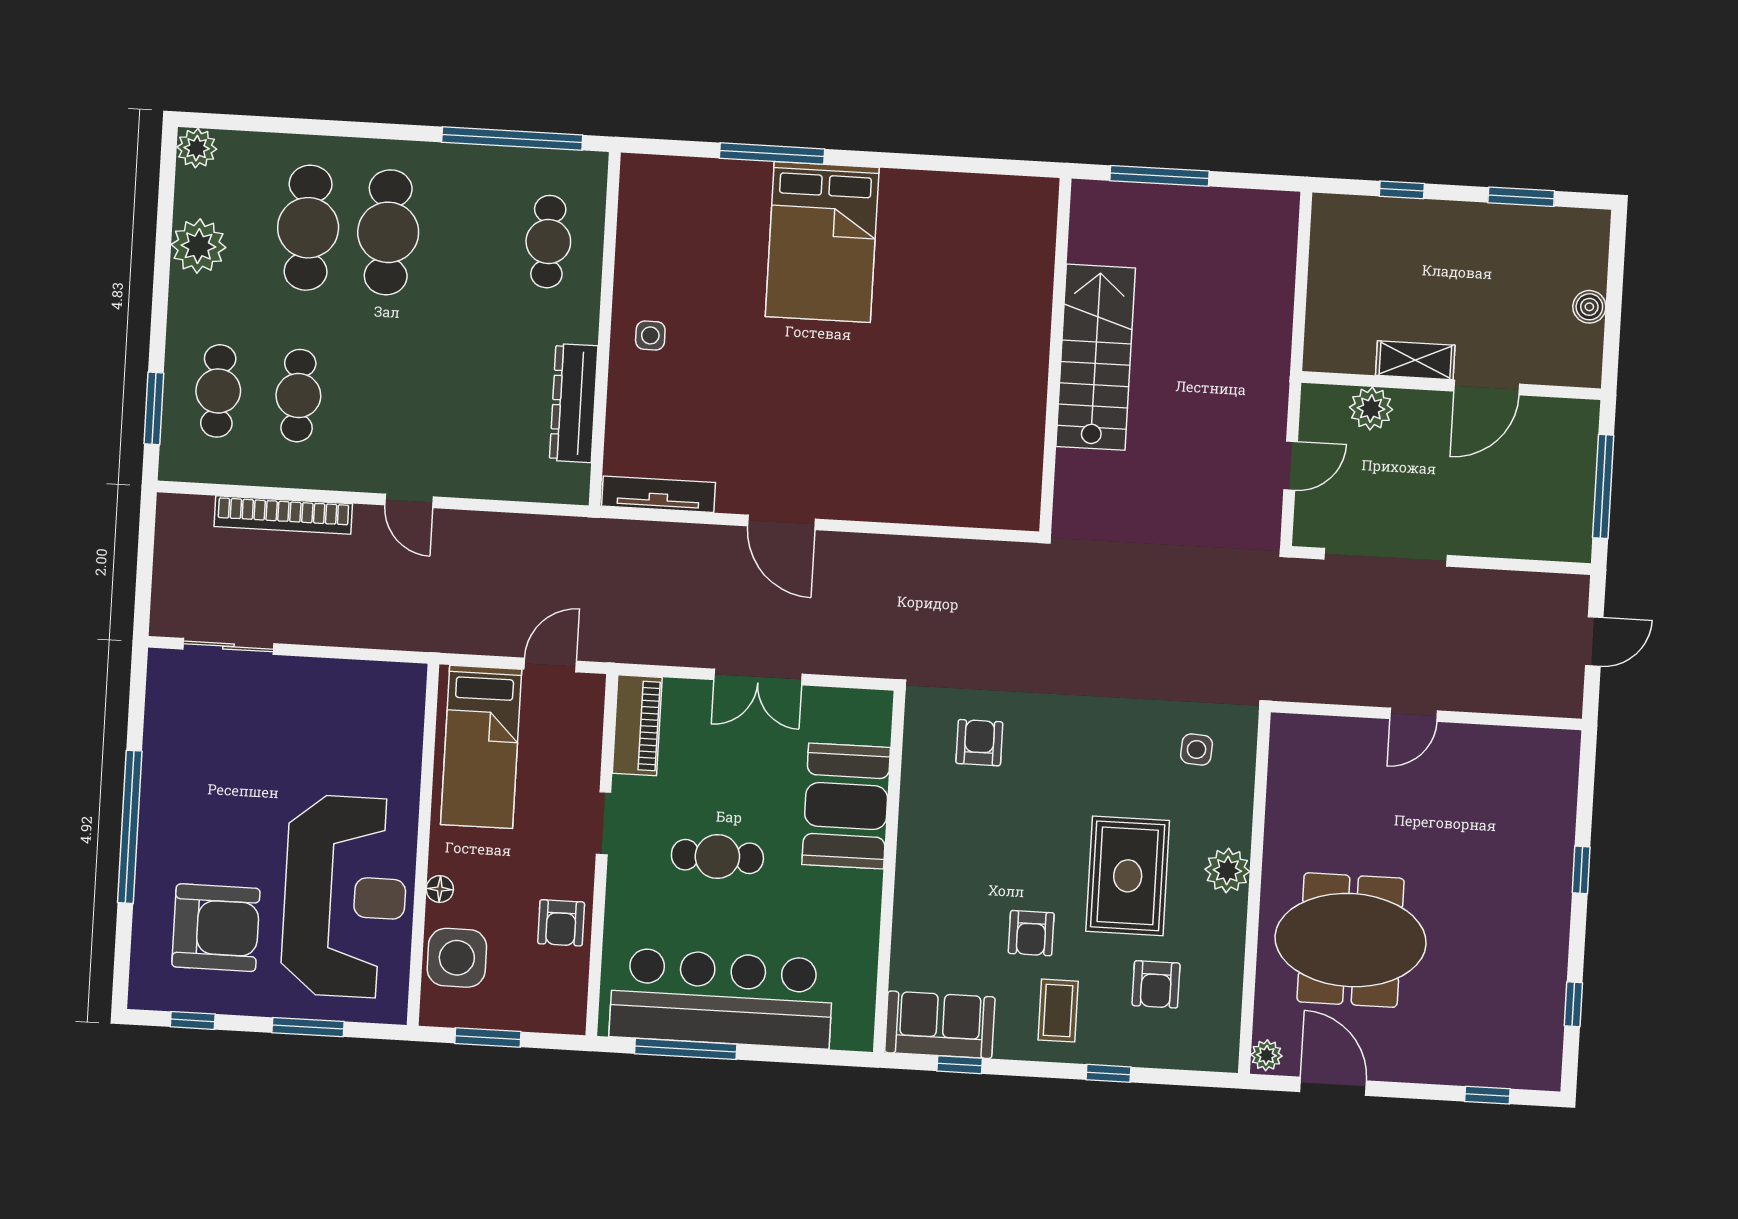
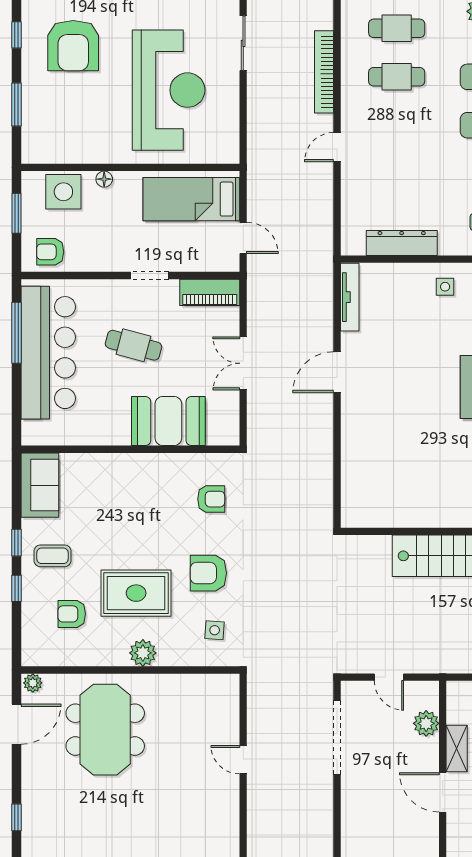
cafe table: (717, 857) -> (133, 345), turned -75
reception desk: (345, 896) -> (169, 90), moved, turned -90
armchair: (561, 923) -> (50, 252), moved
armchair: (1031, 933) -> (208, 573), moved, width x1.38, depth x1.38
window: (960, 1065) -> (16, 543), moved

